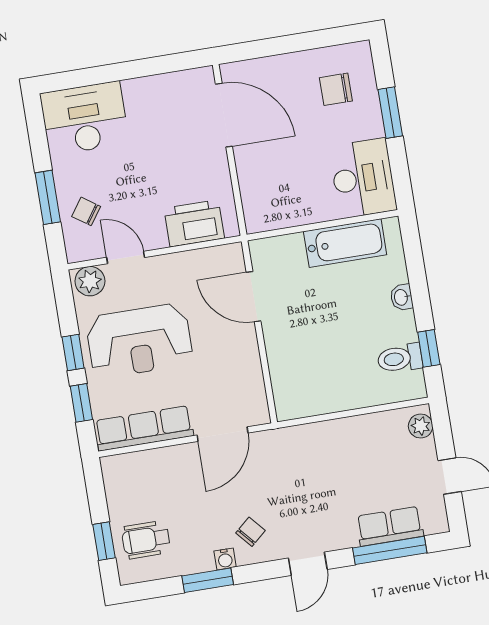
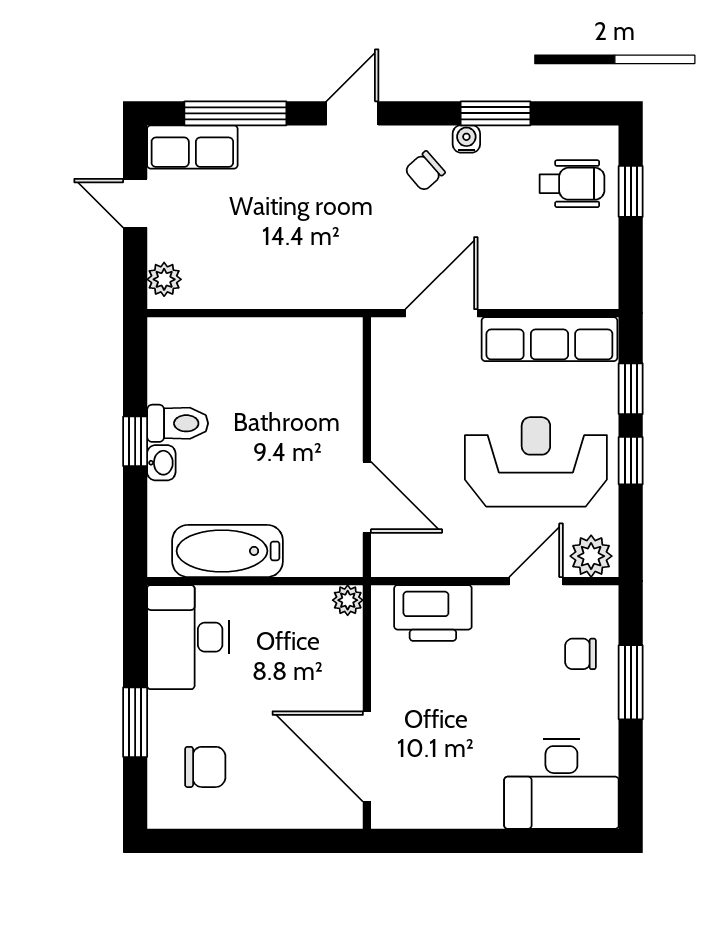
chair: (86, 211) -> (580, 654), turned 145
plant: (255, 222) -> (348, 600), added
door: (126, 257) -> (536, 581), swing flipped
window: (429, 348) -> (135, 441), moved
toilet: (400, 358) -> (178, 423), moved
row of seats: (390, 526) -> (192, 147), moved

